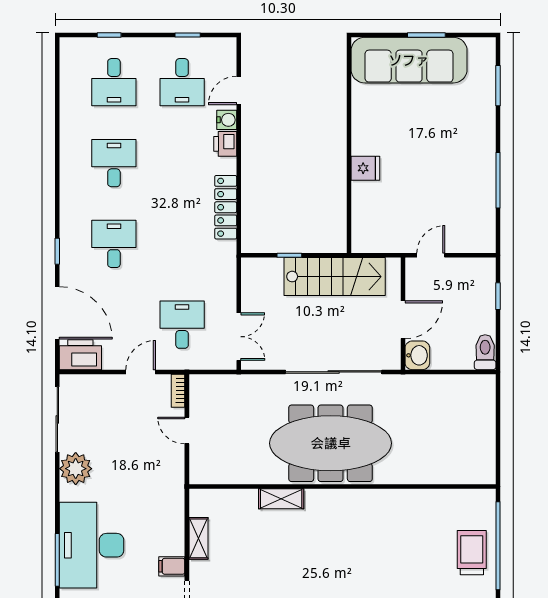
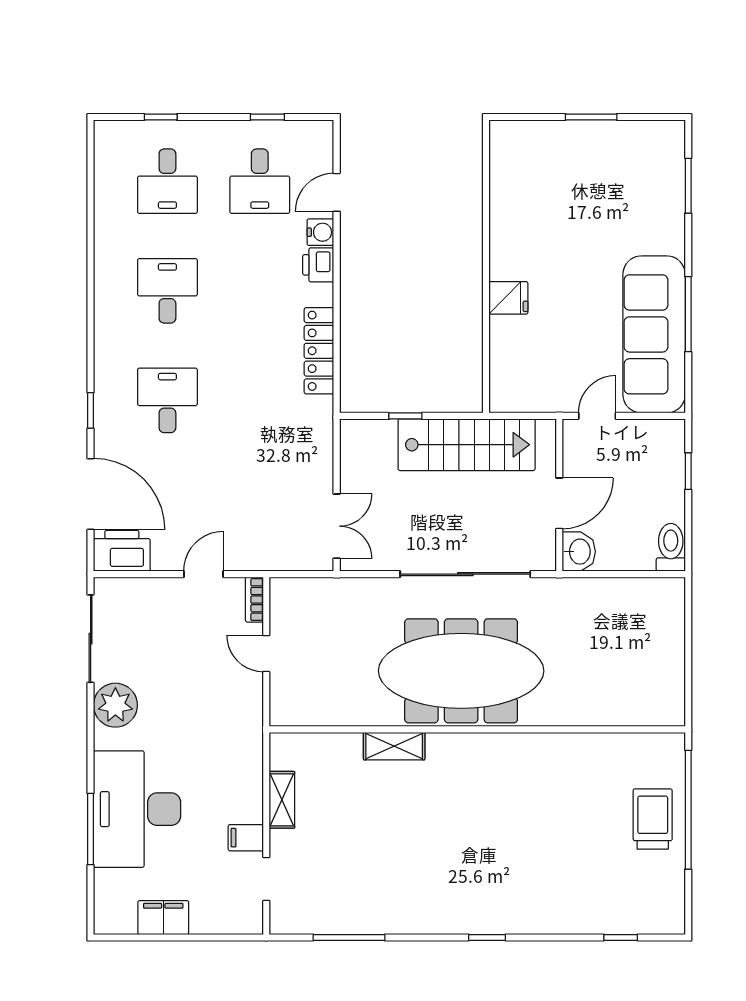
sofa: (409, 60) -> (654, 334), moved, turned 90
desk: (182, 325) -> (260, 510), removed

